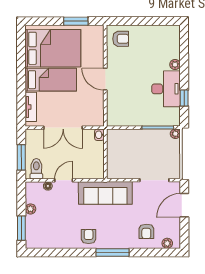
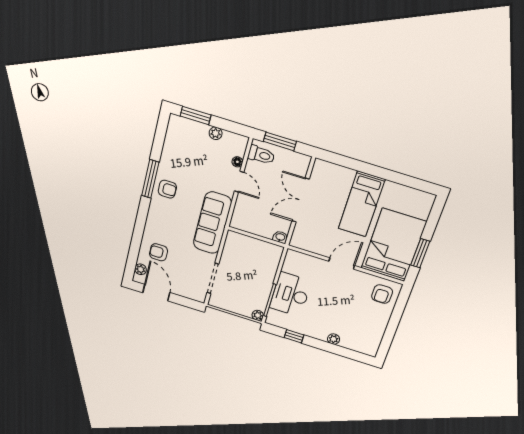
bed: (53, 48) -> (394, 245), moved, turned 180
desk: (166, 89) -> (290, 294), moved, turned 90
tv unit: (31, 107) -> (337, 171), removed
door: (184, 205) -> (156, 293), moved
window: (112, 252) -> (150, 179), moved

